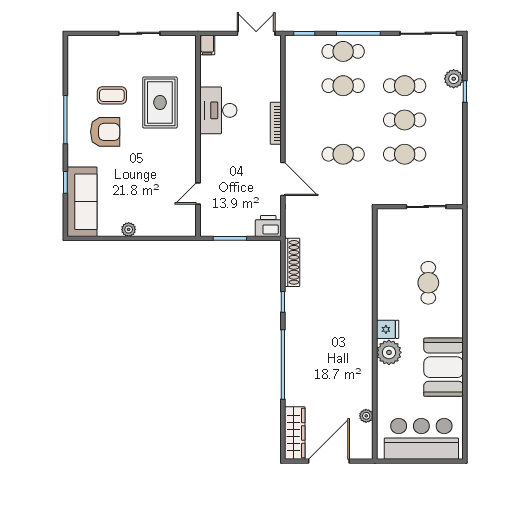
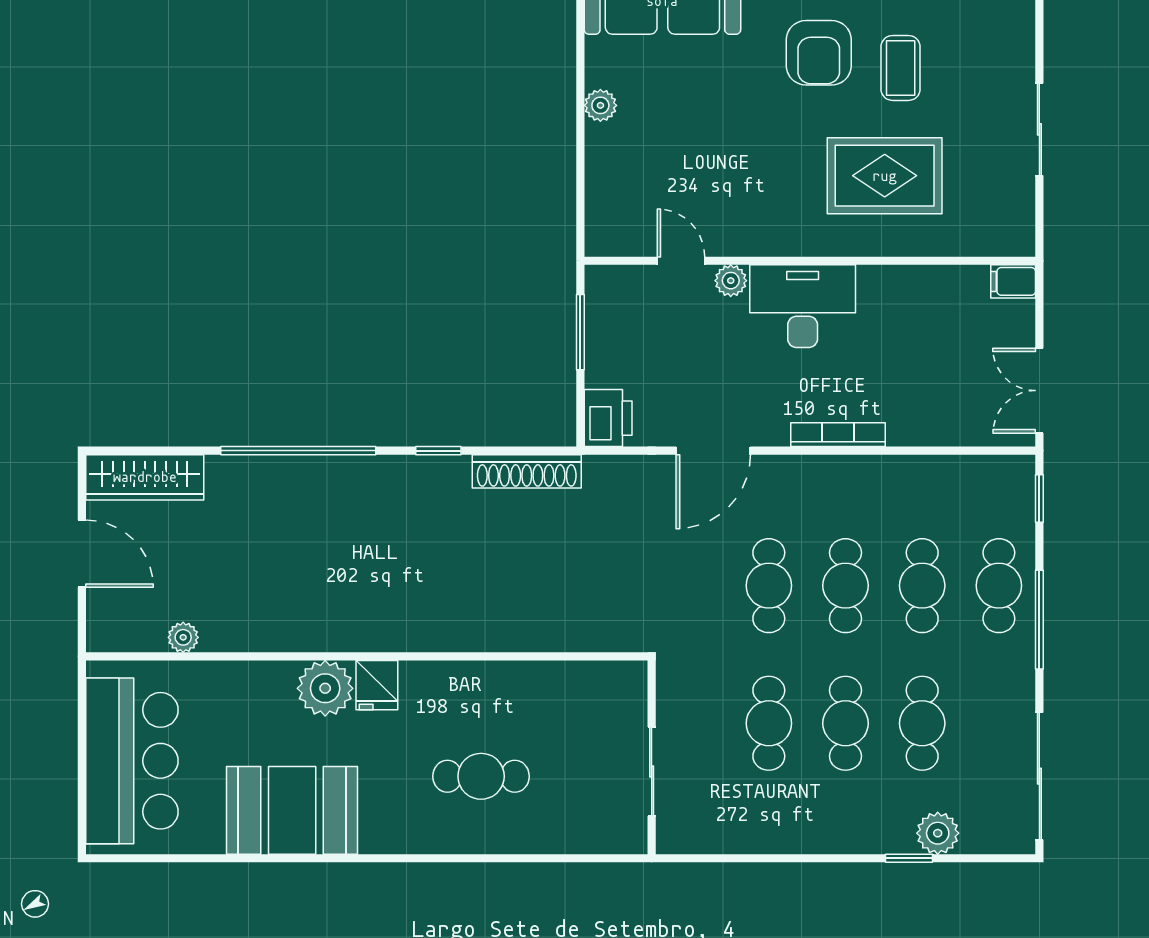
double door: (256, 33) -> (1039, 391), swing flipped
desk: (218, 110) -> (803, 306), moved
cafe table: (343, 120) -> (846, 586), added
plant: (207, 171) -> (731, 281), added
door: (329, 461) -> (82, 554), width x0.73

